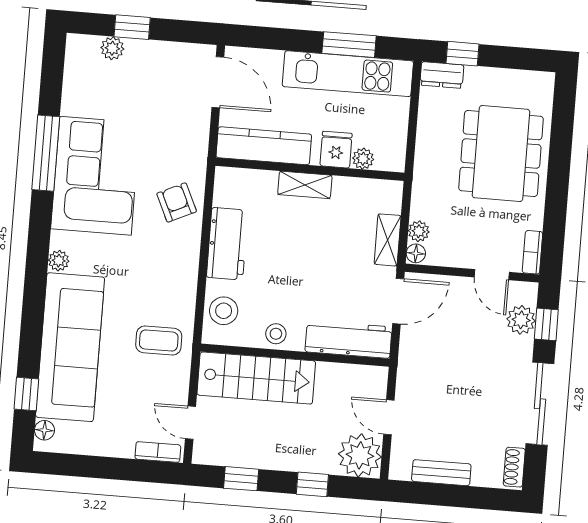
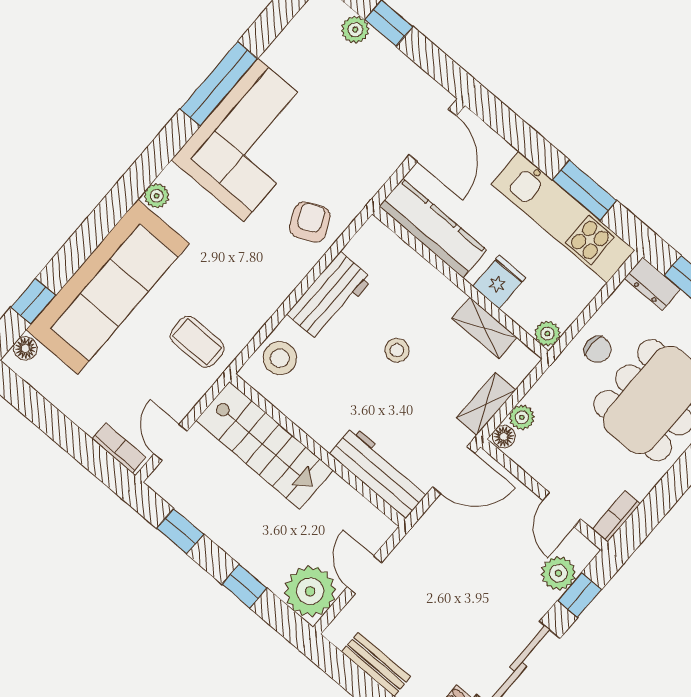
chair: (437, 147) -> (598, 349), added
plant: (363, 159) -> (547, 334), moved
shelving: (305, 185) -> (485, 328), moved
stool: (276, 334) -> (397, 350), moved

